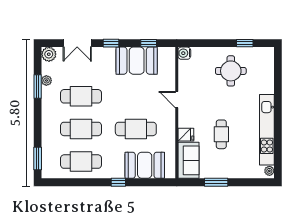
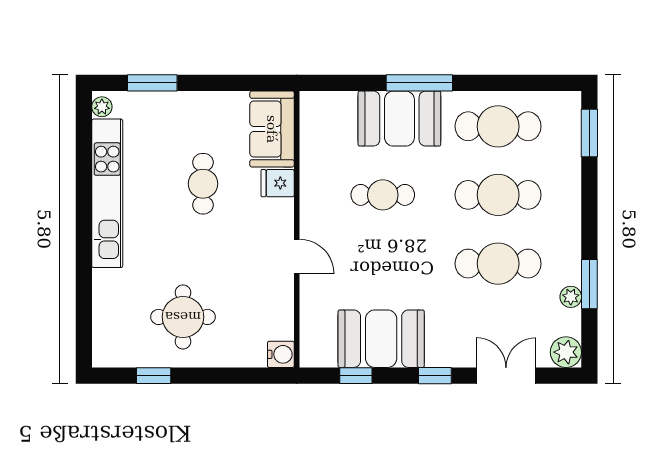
cafe table: (136, 129) -> (383, 195), width x0.73, depth x0.74
booth: (145, 165) -> (399, 119), moved
window: (118, 182) -> (419, 83), width x2.17
window: (216, 182) -> (152, 83), moved

